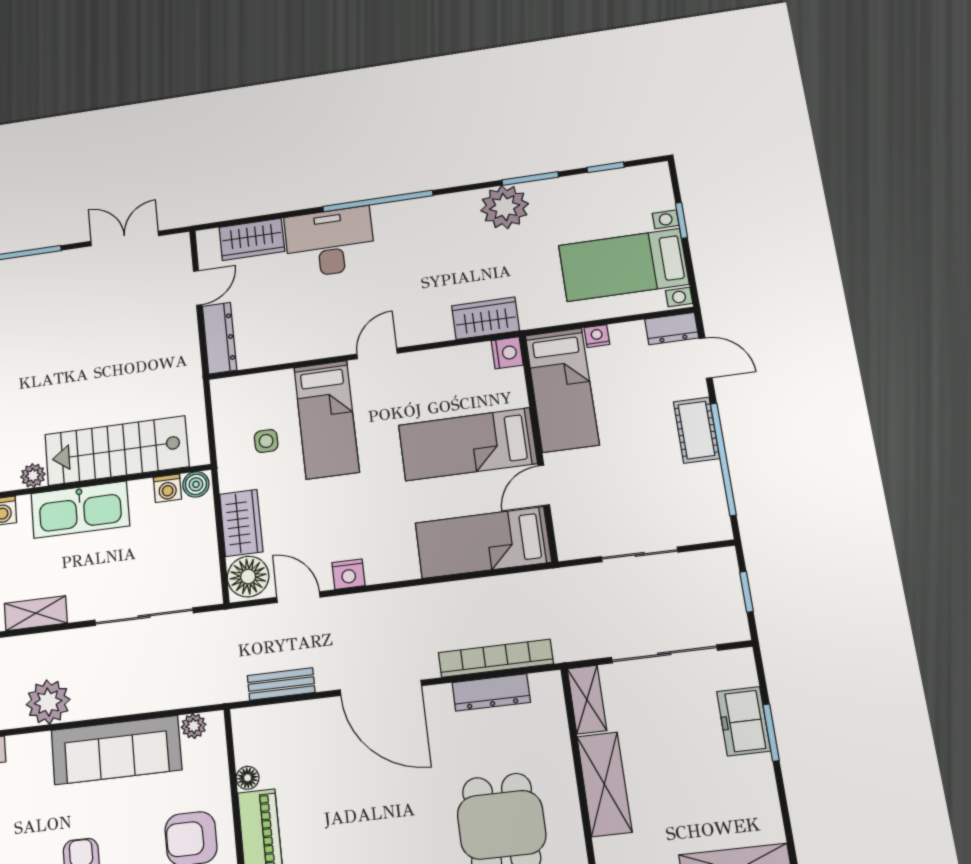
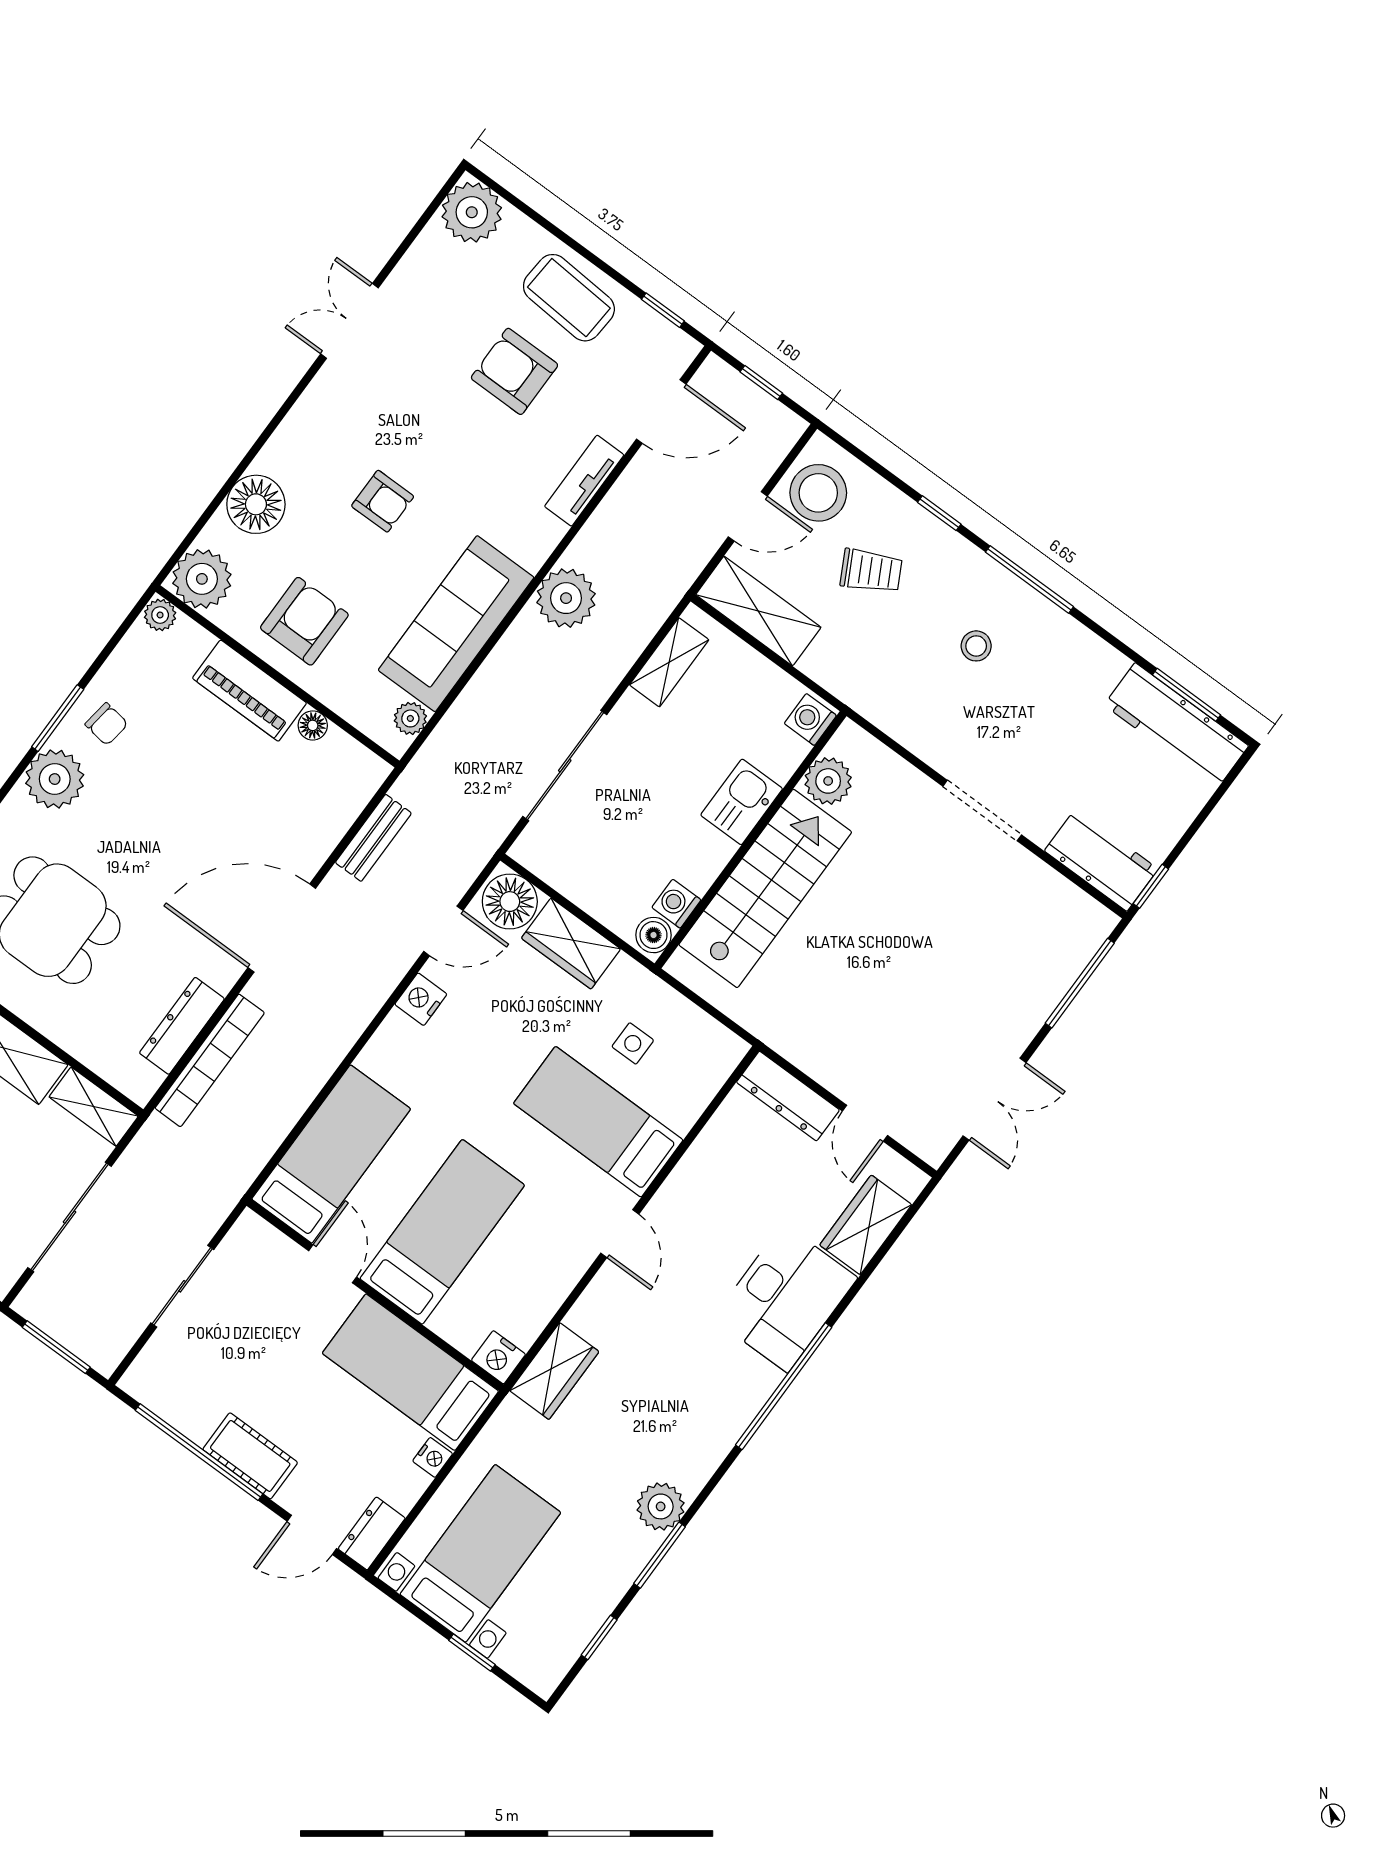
plant: (505, 207) -> (661, 1506), width x0.73, depth x0.73
plant: (33, 476) -> (828, 781), width x1.38, depth x1.38
kitchen sink: (80, 510) -> (742, 802), width x0.53, depth x0.81
window: (746, 592) -> (56, 1347), width x1.50

